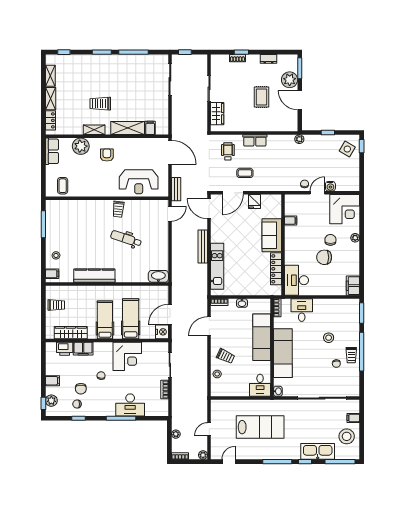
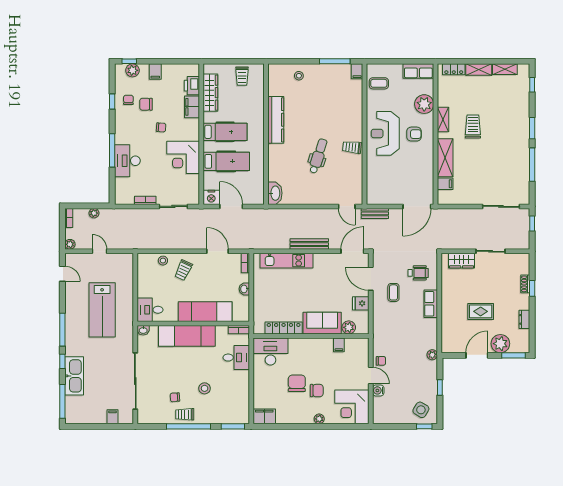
reception desk: (139, 182) -> (385, 133), moved
plant: (275, 212) -> (349, 327), added
filing cabinet: (52, 274) -> (357, 71), moved
stool: (347, 436) -> (91, 409), removed

